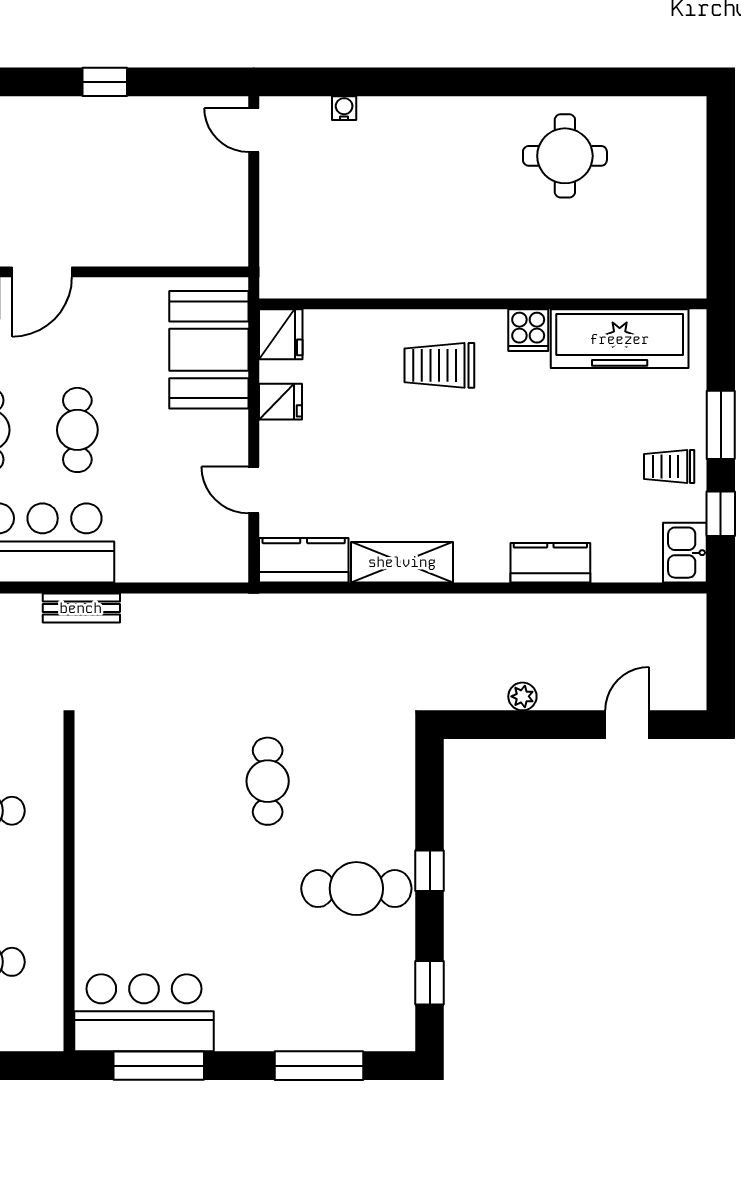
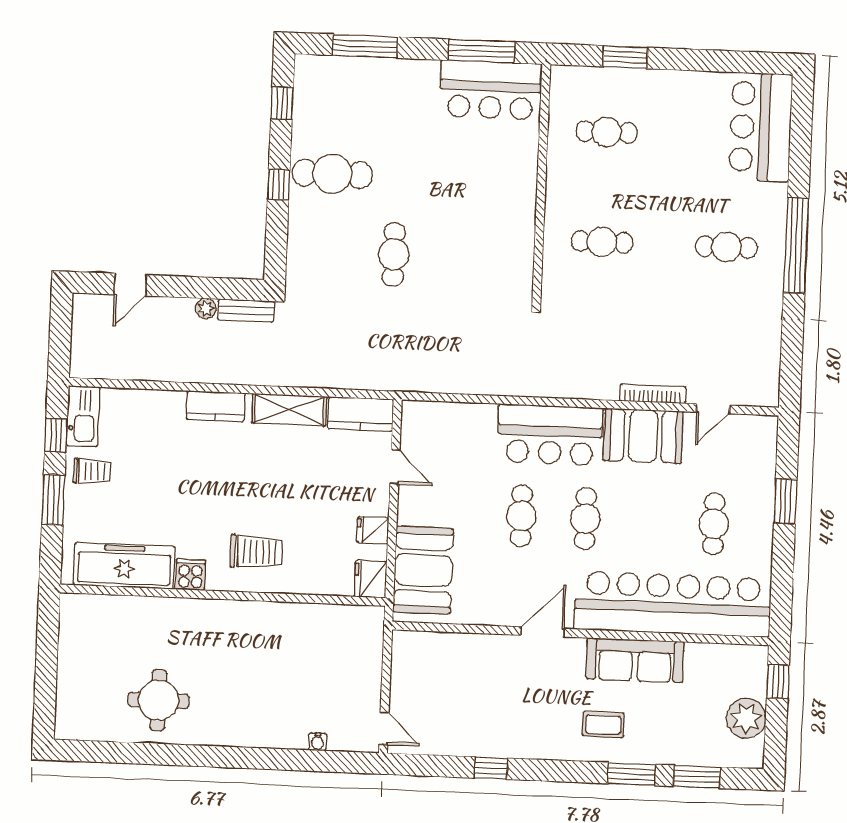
kitchen sink: (685, 553) -> (83, 416), width x1.38
kitchen counter: (550, 563) -> (216, 406), moved
bench: (81, 608) -> (246, 311), moved

